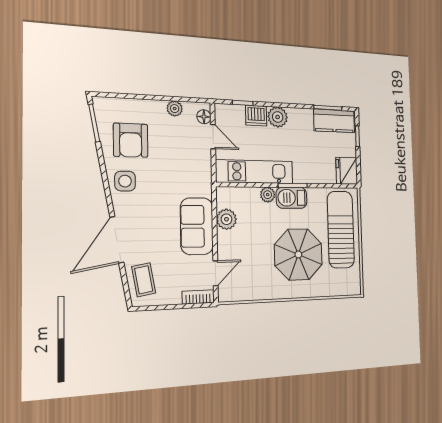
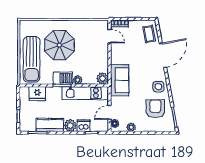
kitchen counter: (334, 121) -> (50, 125), moved
door: (213, 137) -> (110, 112), hinge flipped
fridge: (347, 171) -> (37, 94), moved, turned 90
plant: (226, 219) -> (103, 79), moved
sofa: (197, 226) -> (120, 80), moved
door: (215, 273) -> (110, 36), swing flipped

